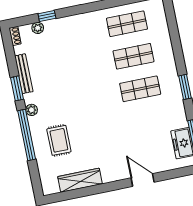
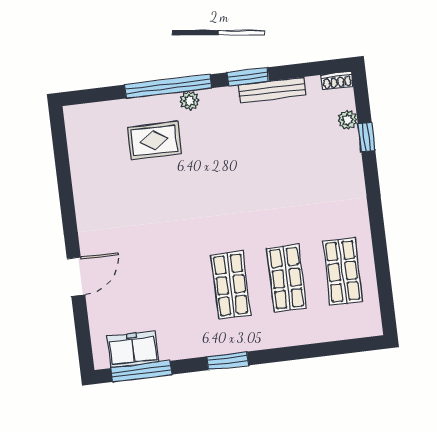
plant: (32, 110) -> (190, 101), moved
wardrobe: (80, 180) -> (84, 171), removed

